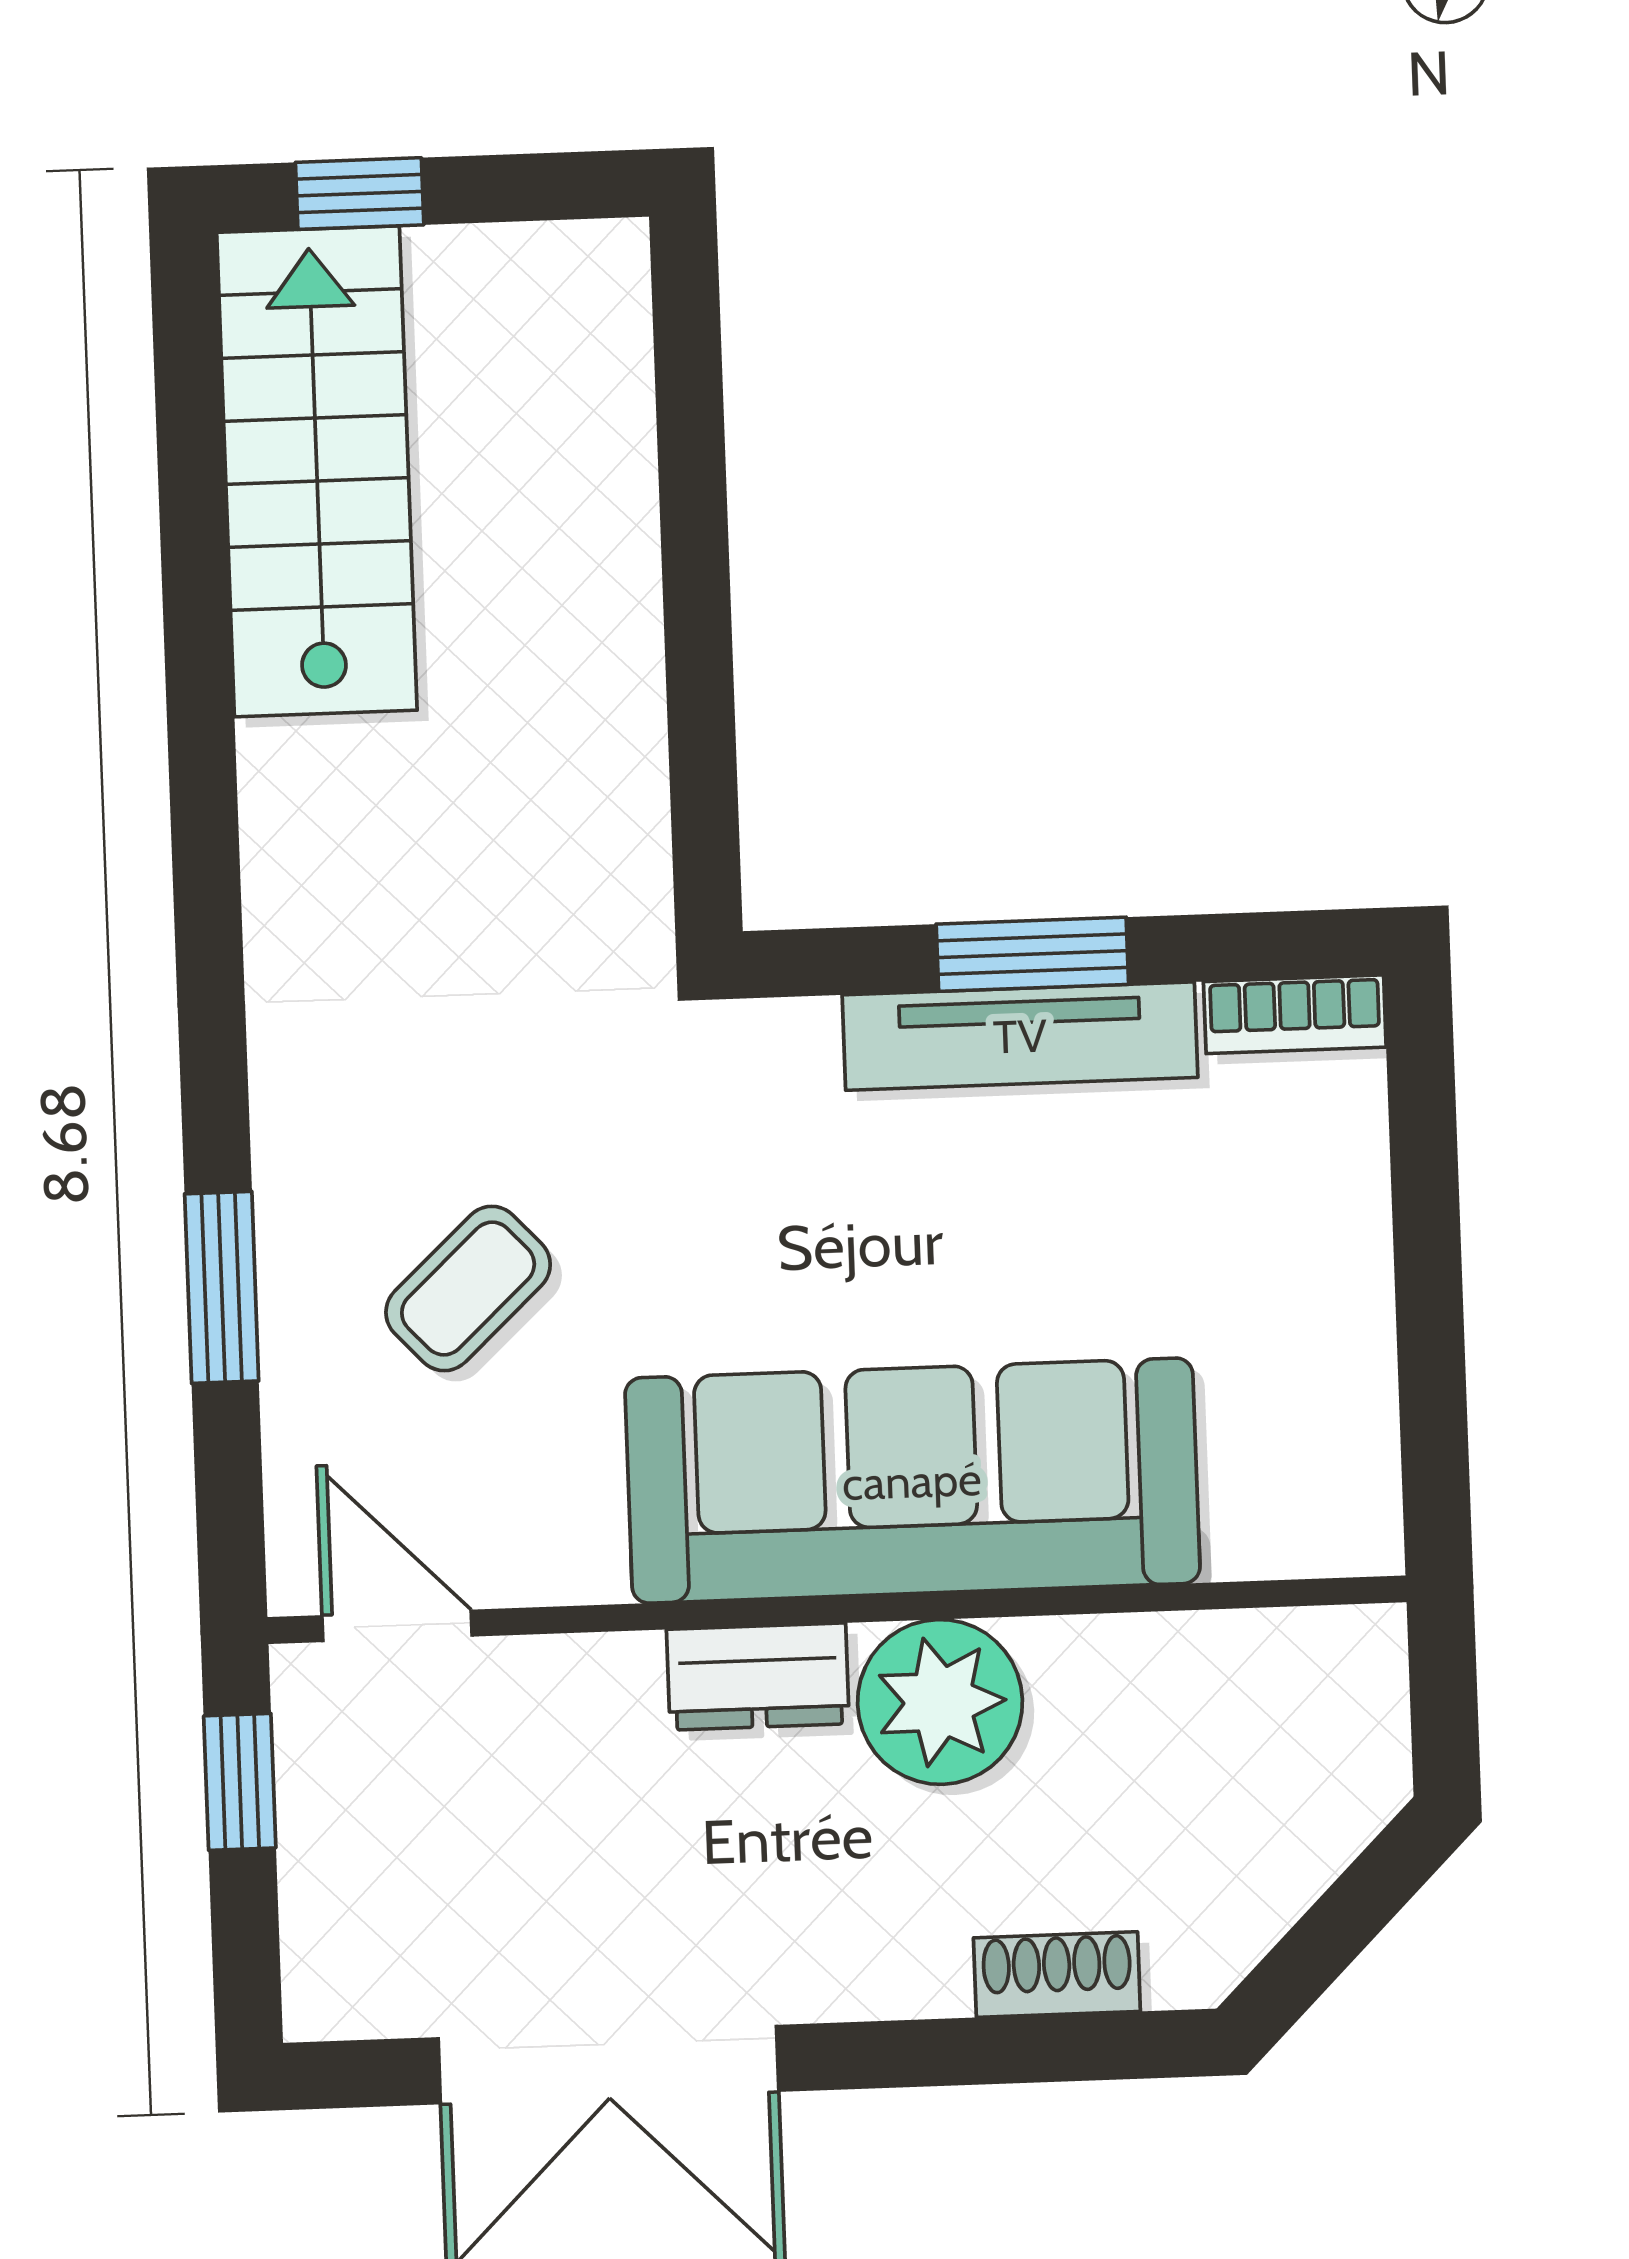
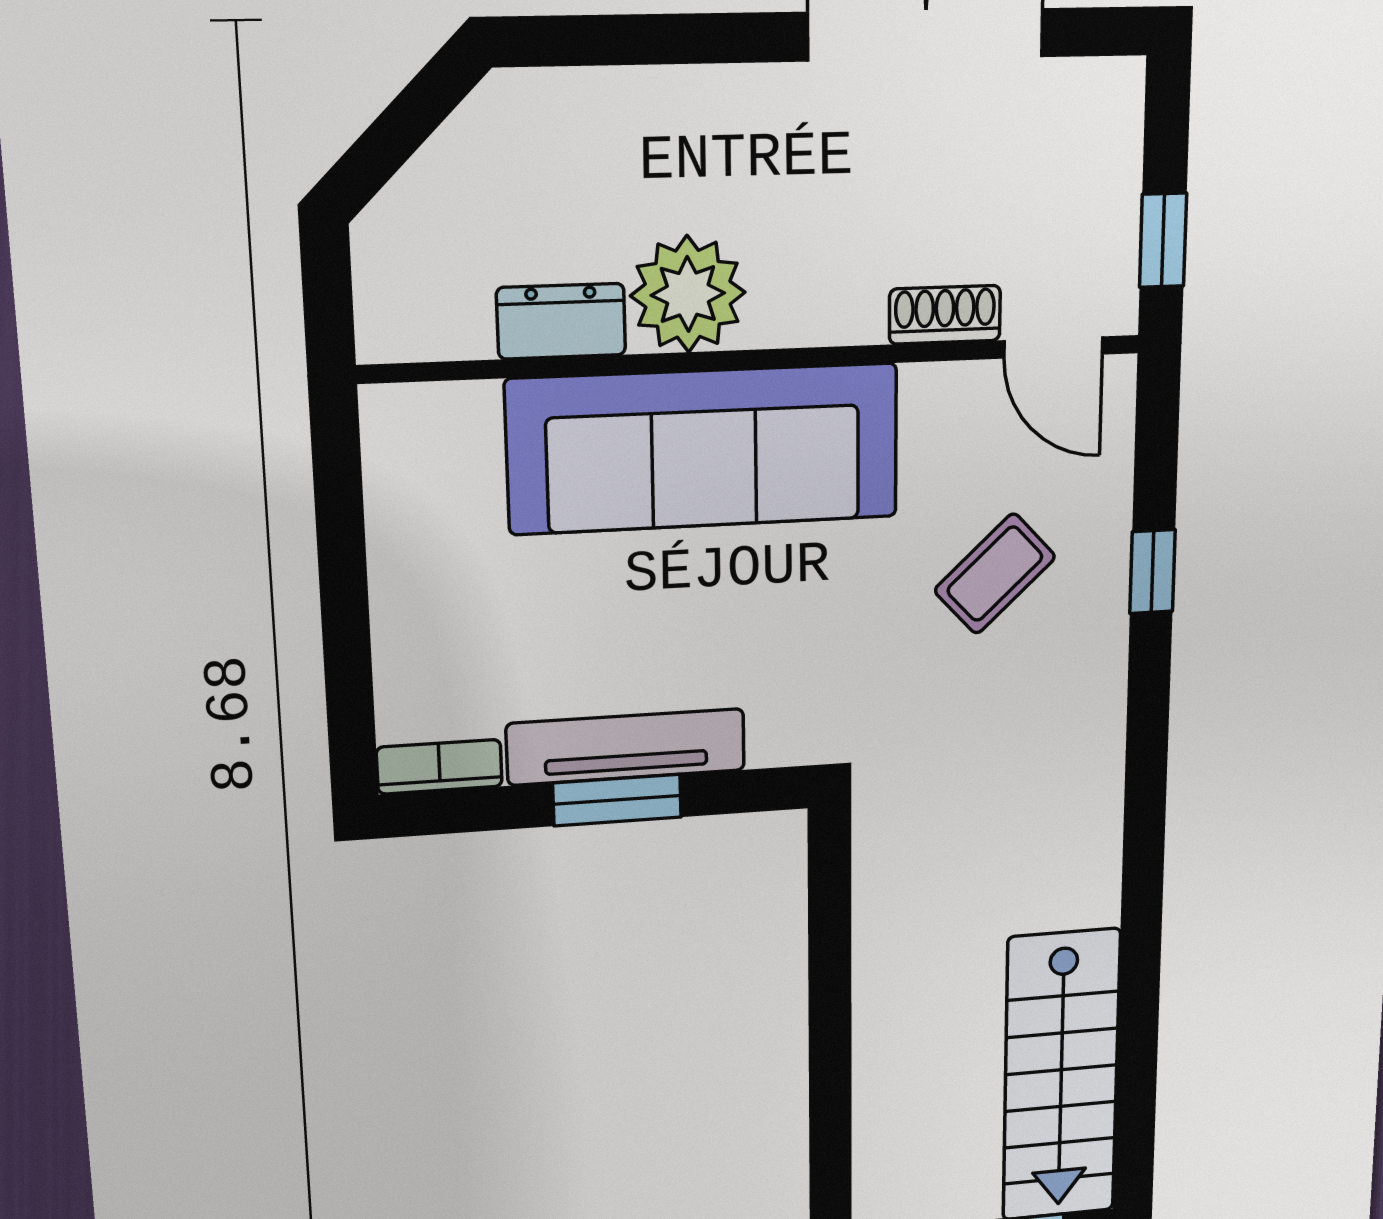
window: (222, 1287) -> (1152, 572), width x0.67
dresser: (758, 1677) -> (561, 321), moved
shoe rack: (1057, 1975) -> (945, 315), moved, turned 180

